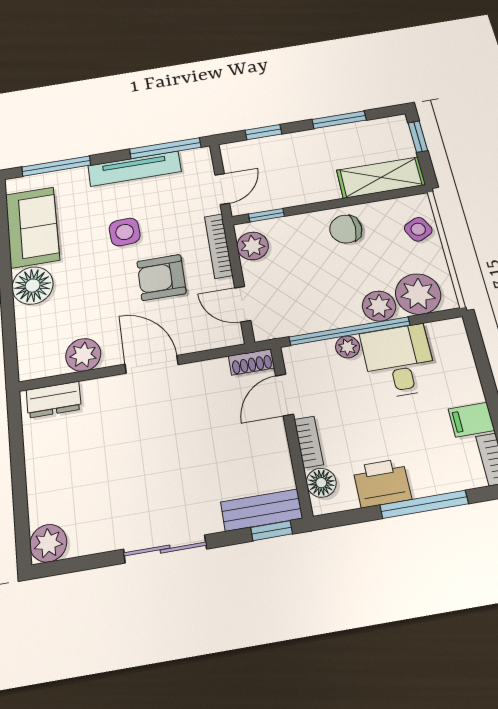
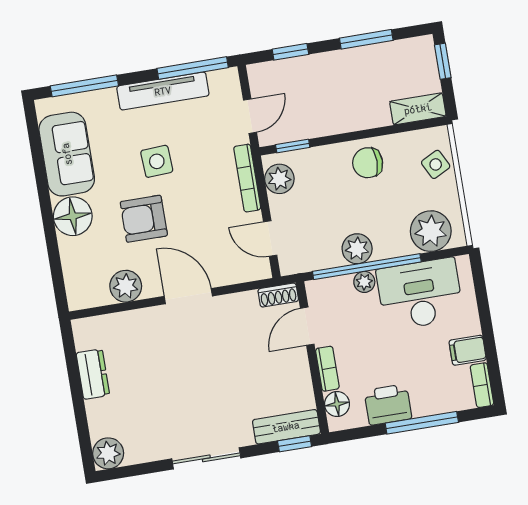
shelving: (381, 177) -> (418, 109), width x0.67, depth x0.75
armchair: (161, 277) -> (144, 219), moved
plant: (379, 306) -> (357, 249), moved
desk: (399, 361) -> (420, 294), width x1.37
dresser: (54, 400) -> (93, 374), moved, turned -90

